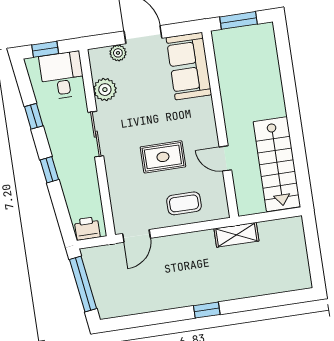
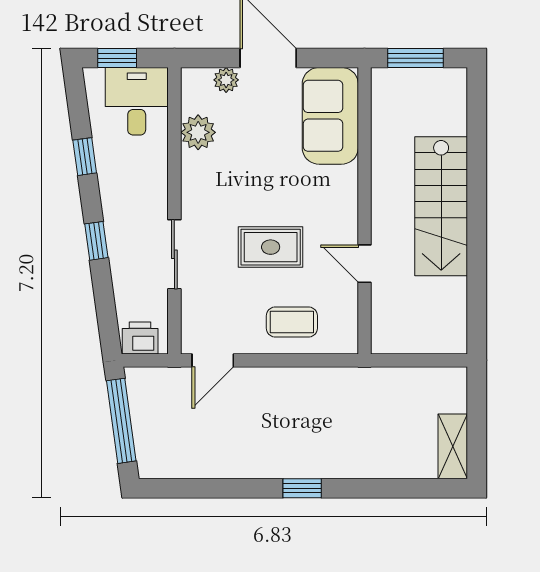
sliding door: (96, 134) -> (174, 254), moved
stairs: (277, 164) -> (441, 206), moved
shelving: (236, 235) -> (453, 446), moved, turned 90

